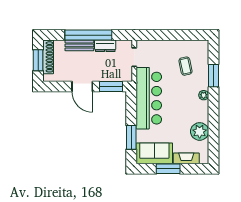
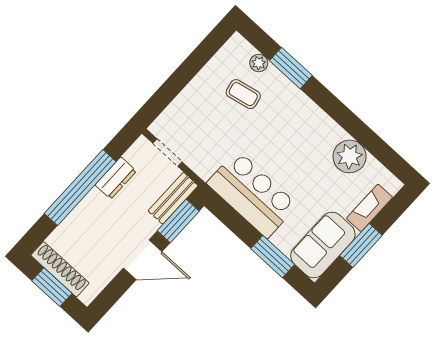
bench: (79, 45) -> (173, 198), moved
plant: (204, 95) -> (259, 63), moved
bar counter: (149, 98) -> (252, 194), width x0.73

